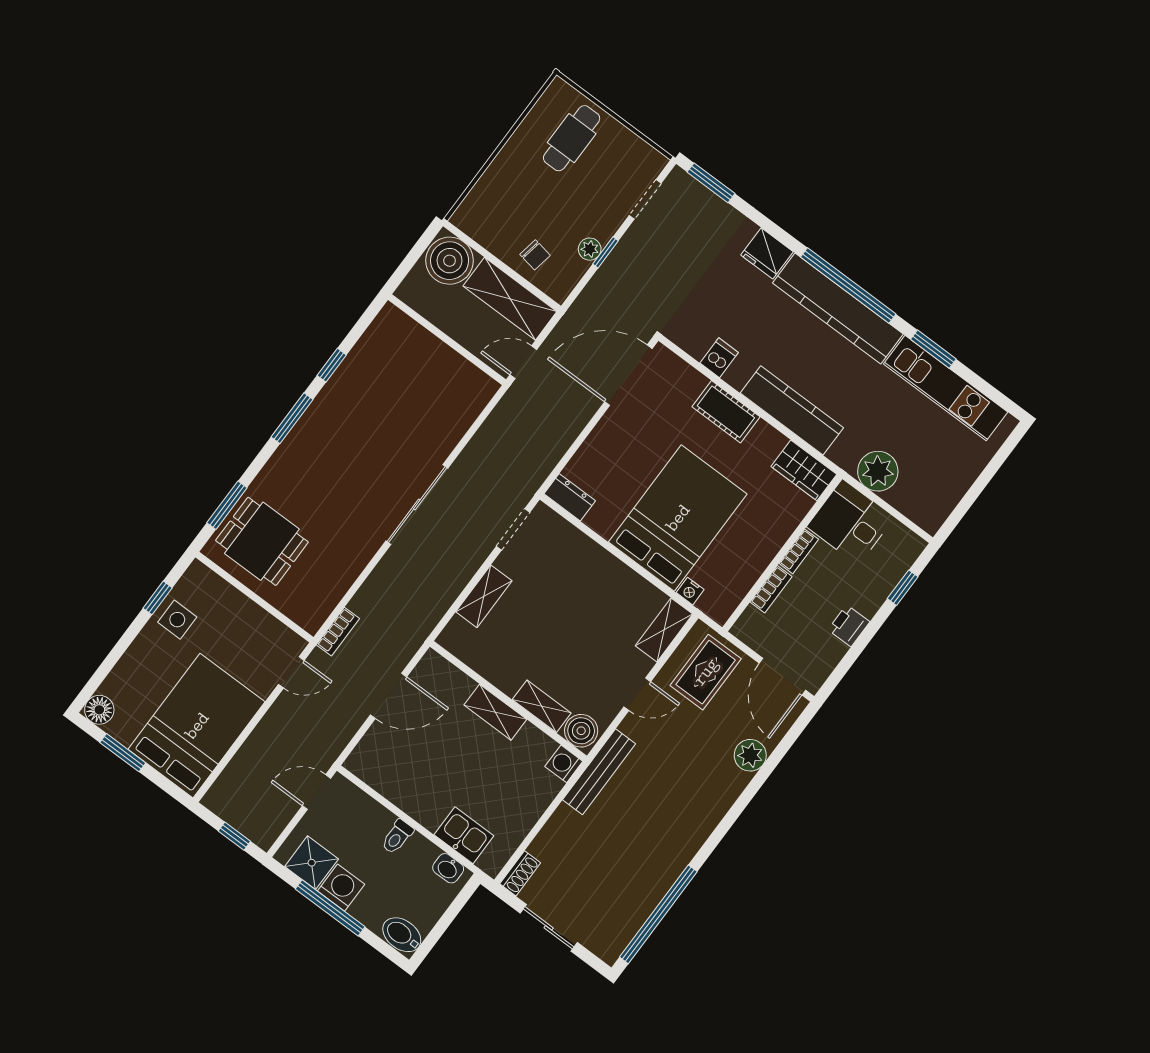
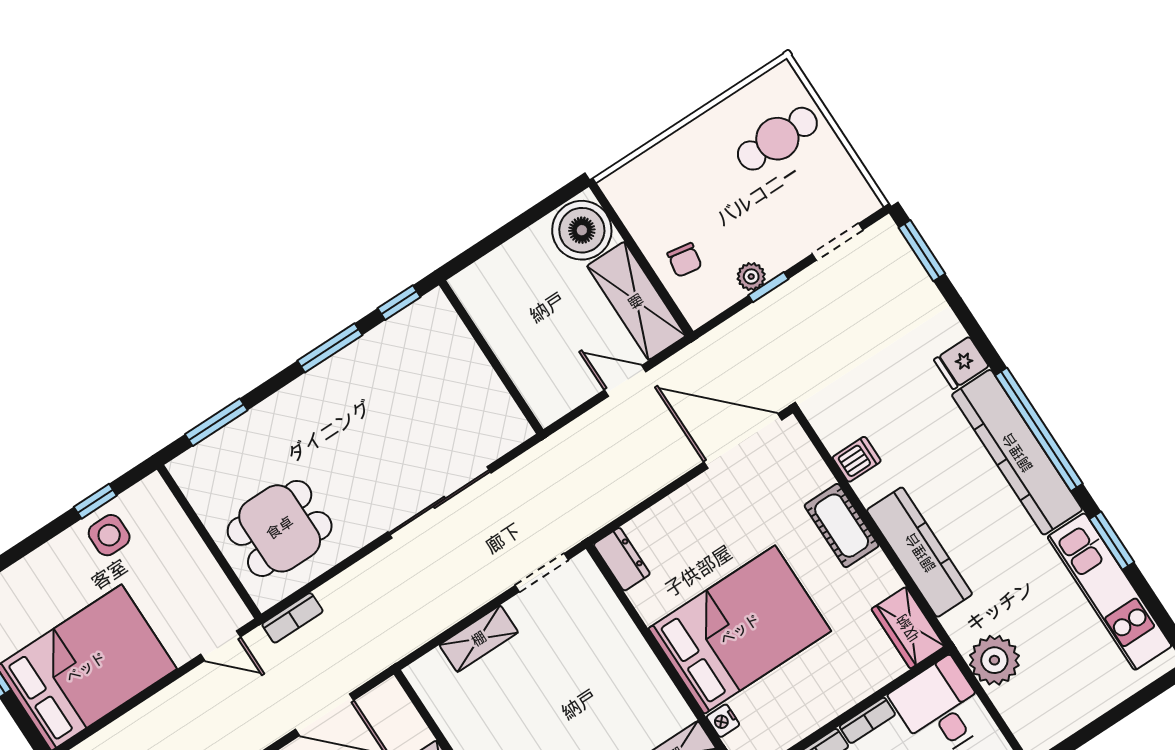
fridge: (767, 253) -> (961, 363), width x0.72
wall: (447, 340) -> (491, 357), moved
dining table: (262, 541) -> (280, 528), moved, turned 90

